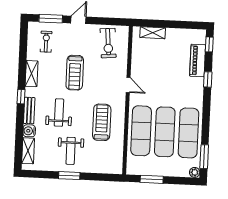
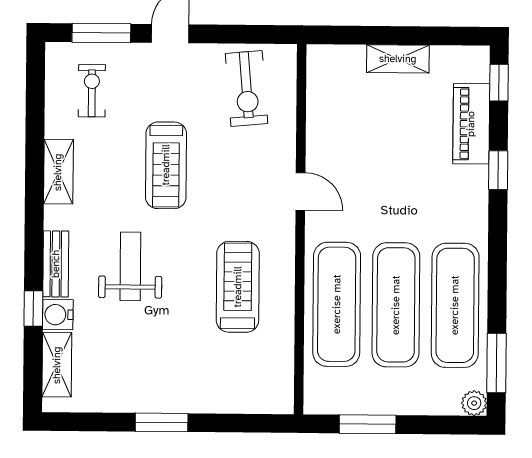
shelving: (153, 33) -> (398, 59), moved
window: (21, 97) -> (33, 308), moved
weight bench: (71, 151) -> (163, 361), removed

